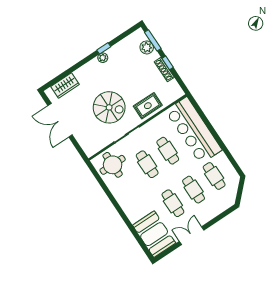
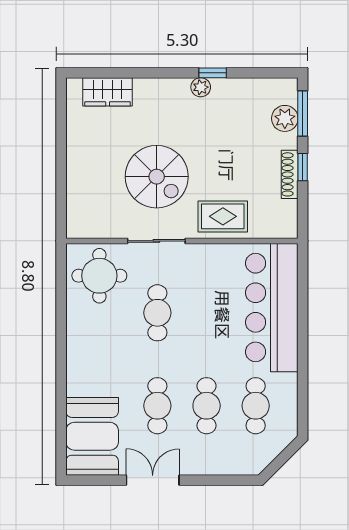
double door: (60, 120) -> (61, 144), removed
cafe table: (168, 151) -> (207, 313), removed

